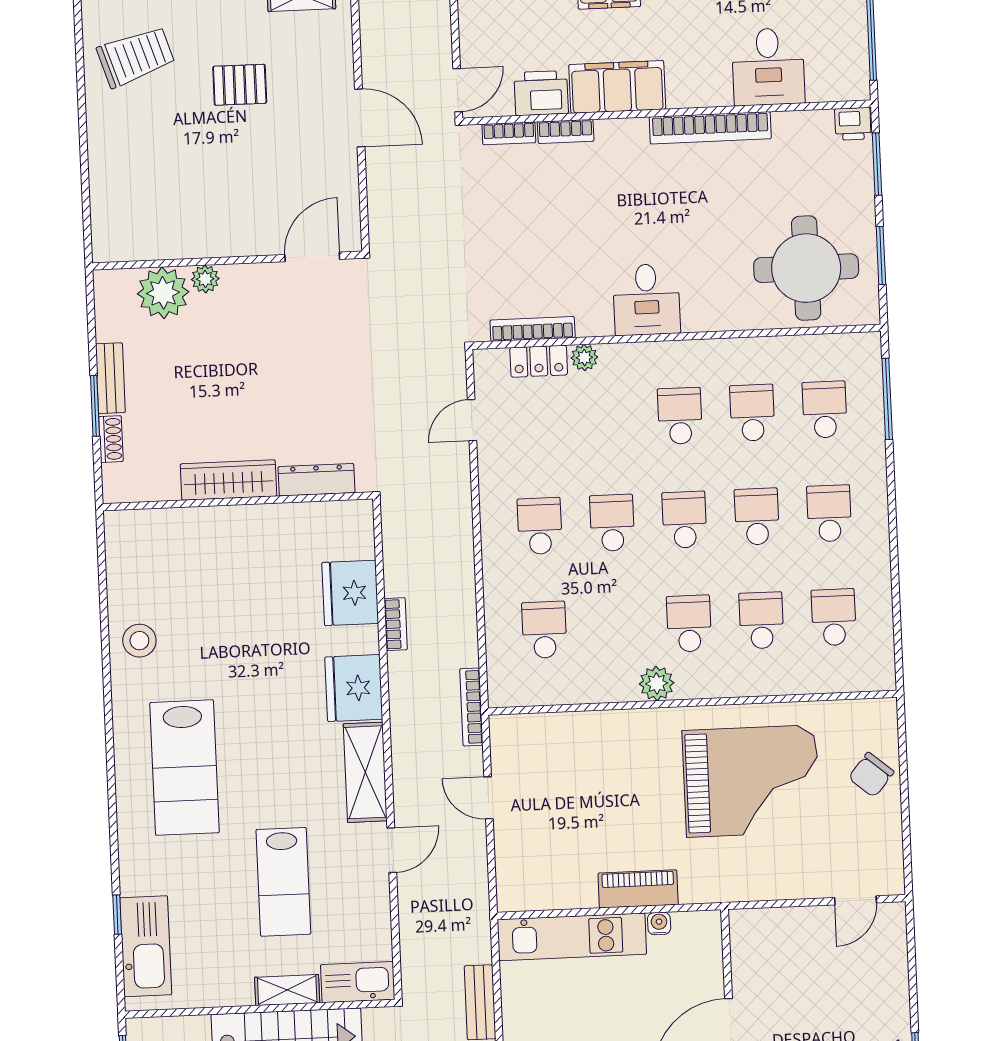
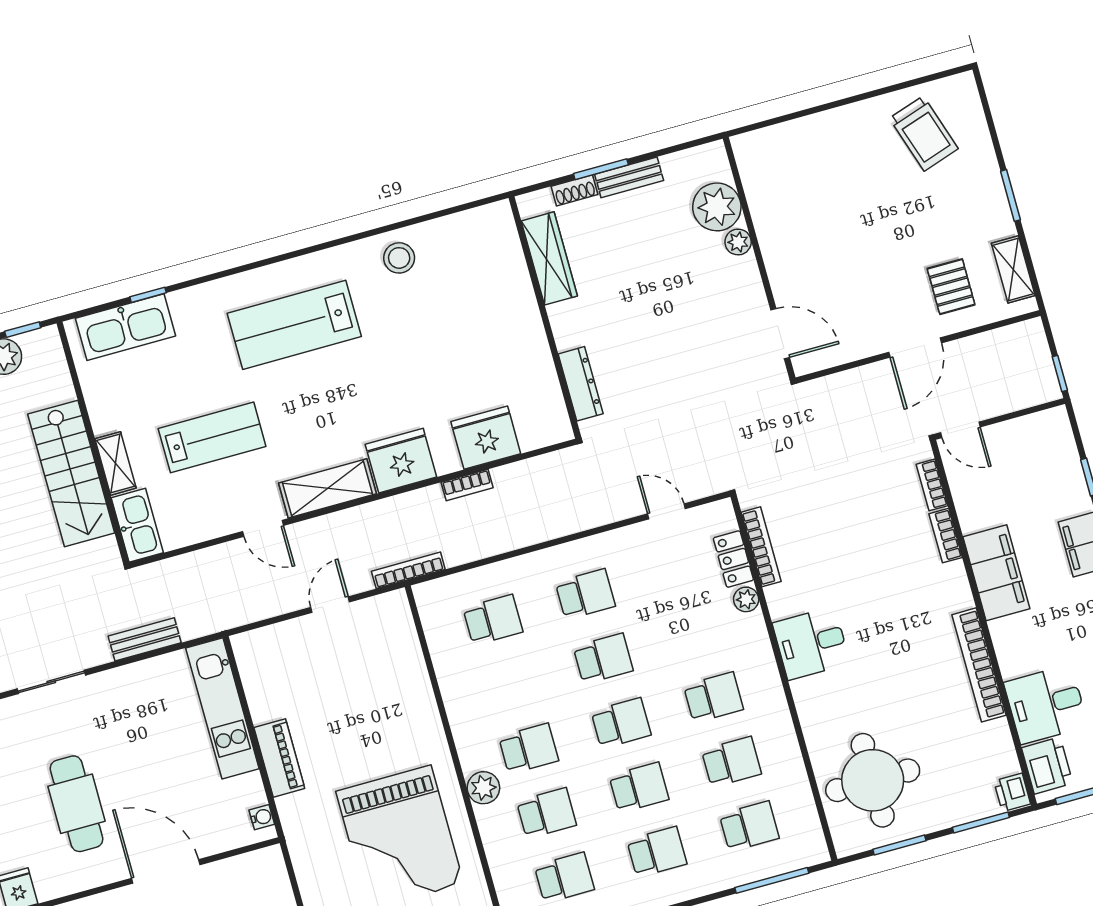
pallet: (240, 85) -> (951, 287), moved
printer: (541, 93) -> (1047, 766), moved
wardrobe: (229, 480) -> (549, 258), moved
plant: (657, 683) -> (483, 788), moved
lab bench: (283, 882) -> (212, 437), turned 180
water cooler: (659, 923) -> (262, 817), moved

